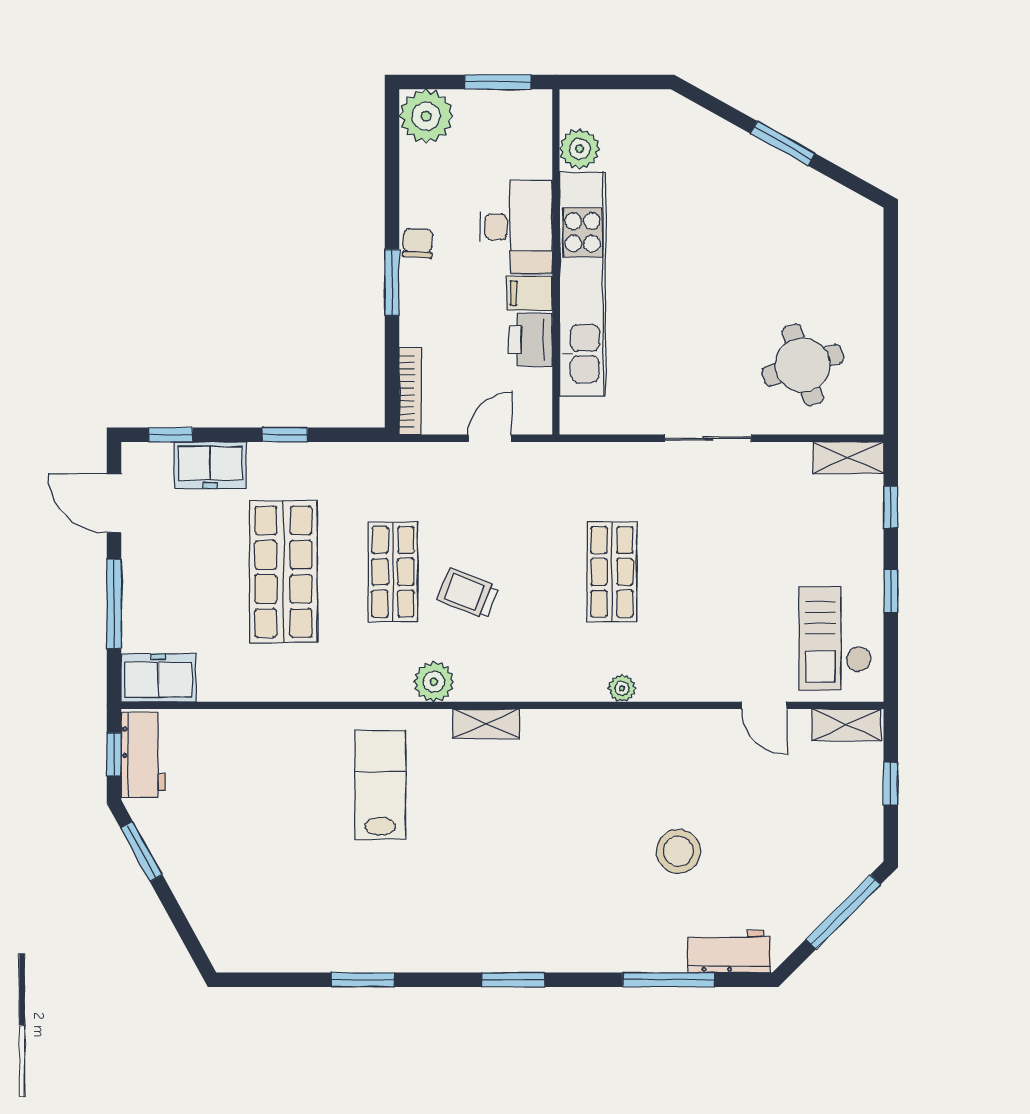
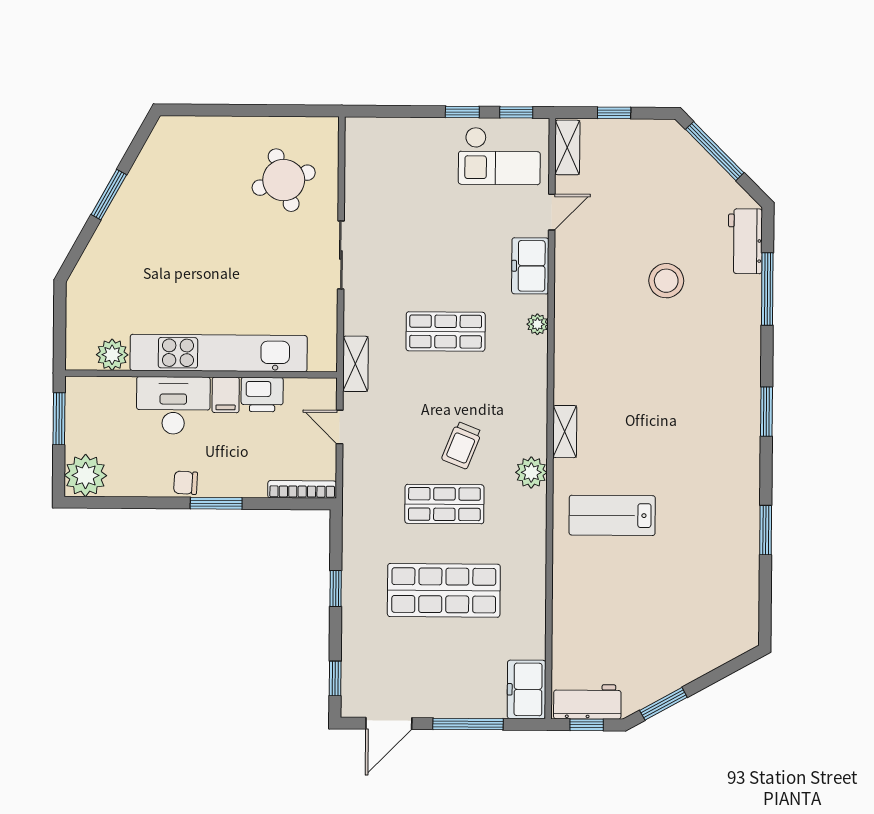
shelving: (848, 458) -> (355, 364), moved
freezer: (210, 465) -> (530, 266), moved, turned 180
window: (891, 507) -> (516, 112), moved

